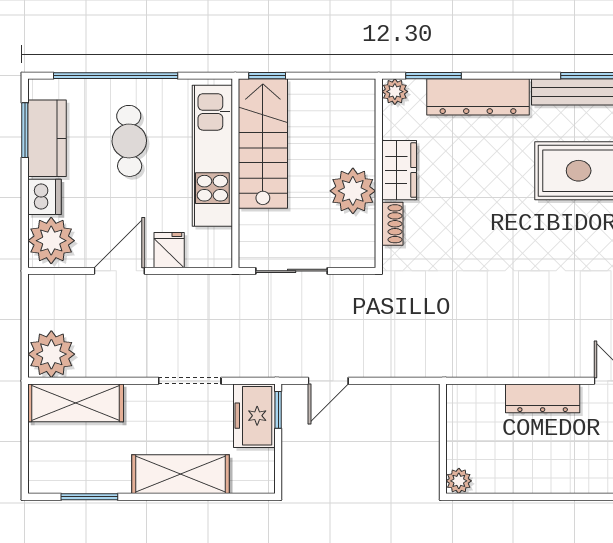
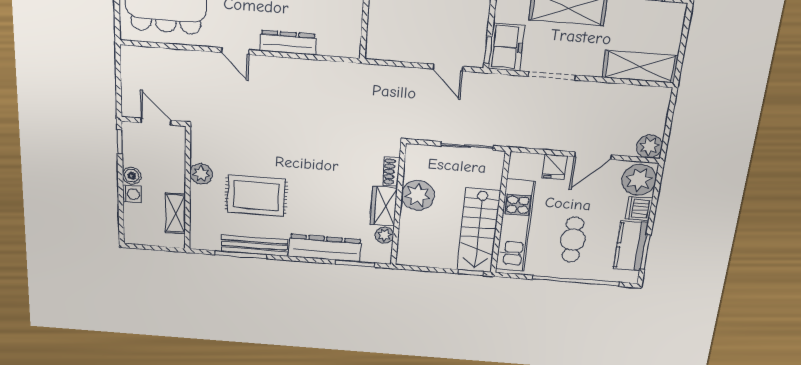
plant: (395, 92) -> (384, 235), moved
plant: (51, 354) -> (649, 146), moved, width x0.73, depth x0.73
door: (328, 381) -> (448, 68), swing flipped

